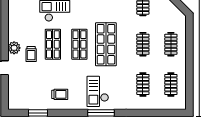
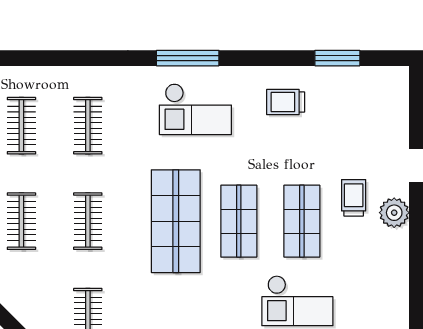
checkout: (98, 91) -> (195, 109), turned 90

